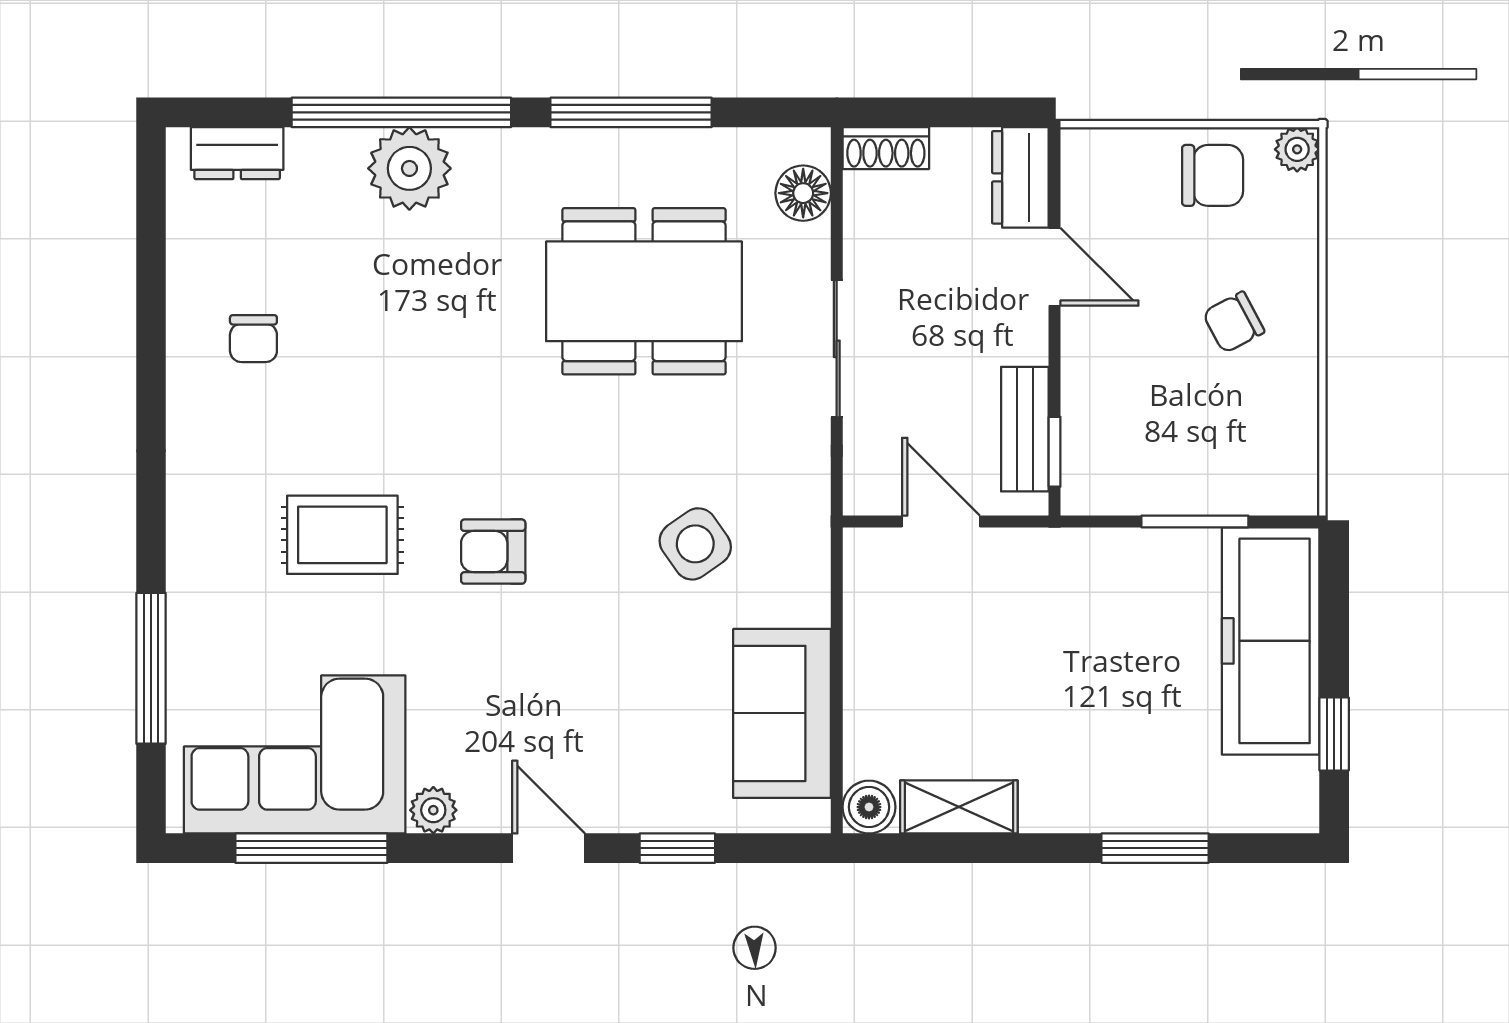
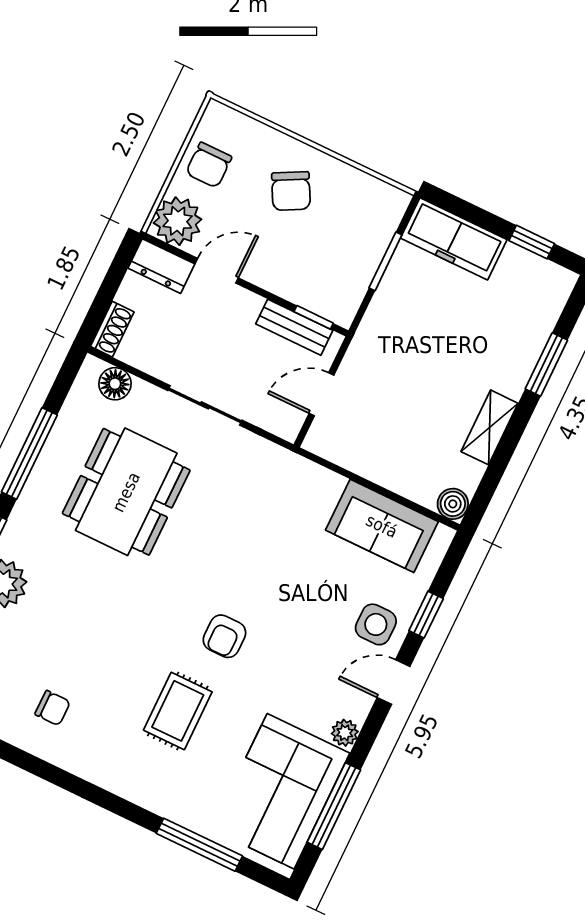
plant: (1297, 149) -> (178, 221), moved, width x1.88, depth x1.88
chair: (1213, 175) -> (209, 165), turned 180
chair: (1234, 322) -> (291, 191), width x1.37, depth x1.37
side table: (695, 544) -> (376, 624), moved, turned 35
freezer: (1271, 641) -> (454, 239), width x0.73, depth x0.79
shelving: (959, 807) -> (490, 427), moved

